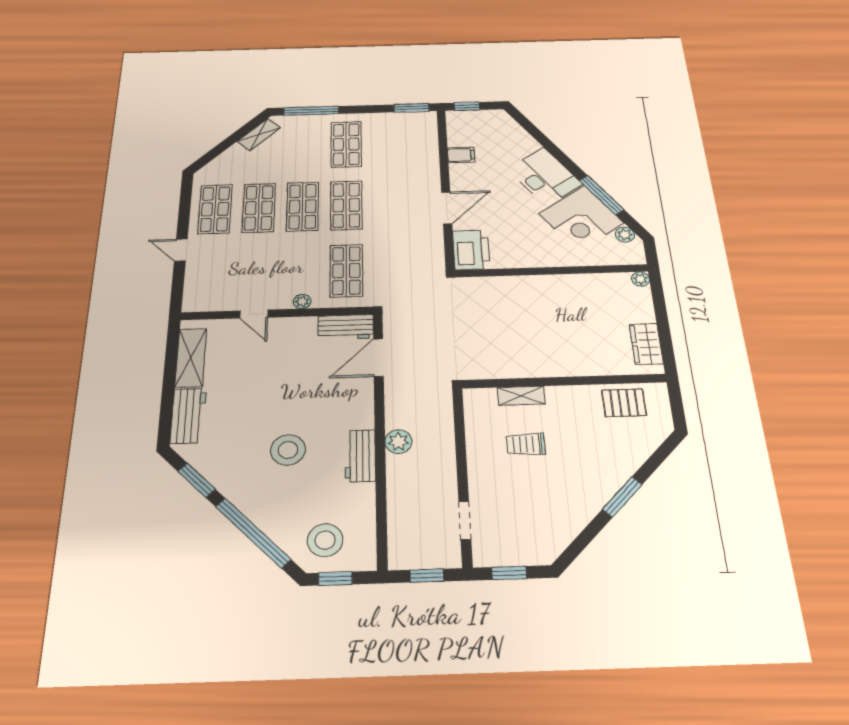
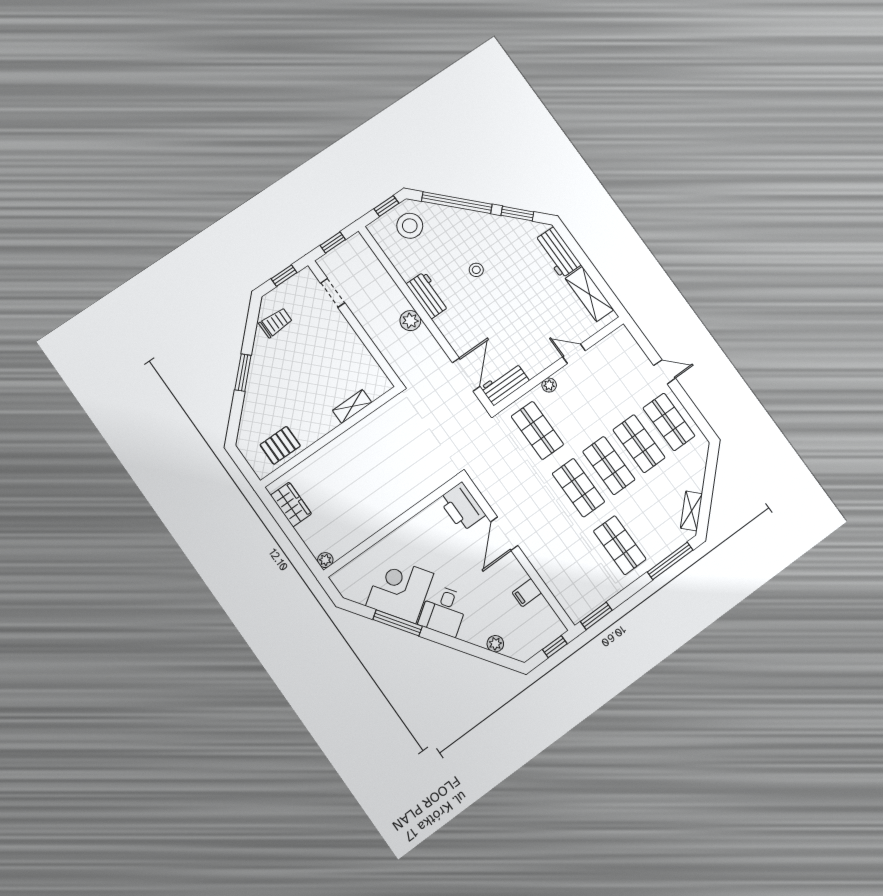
desk: (545, 177) -> (444, 611), width x0.73
plant: (625, 235) -> (495, 644), moved
trolley: (526, 444) -> (276, 323), moved
stool: (288, 450) -> (476, 270), width x0.53, depth x0.53

